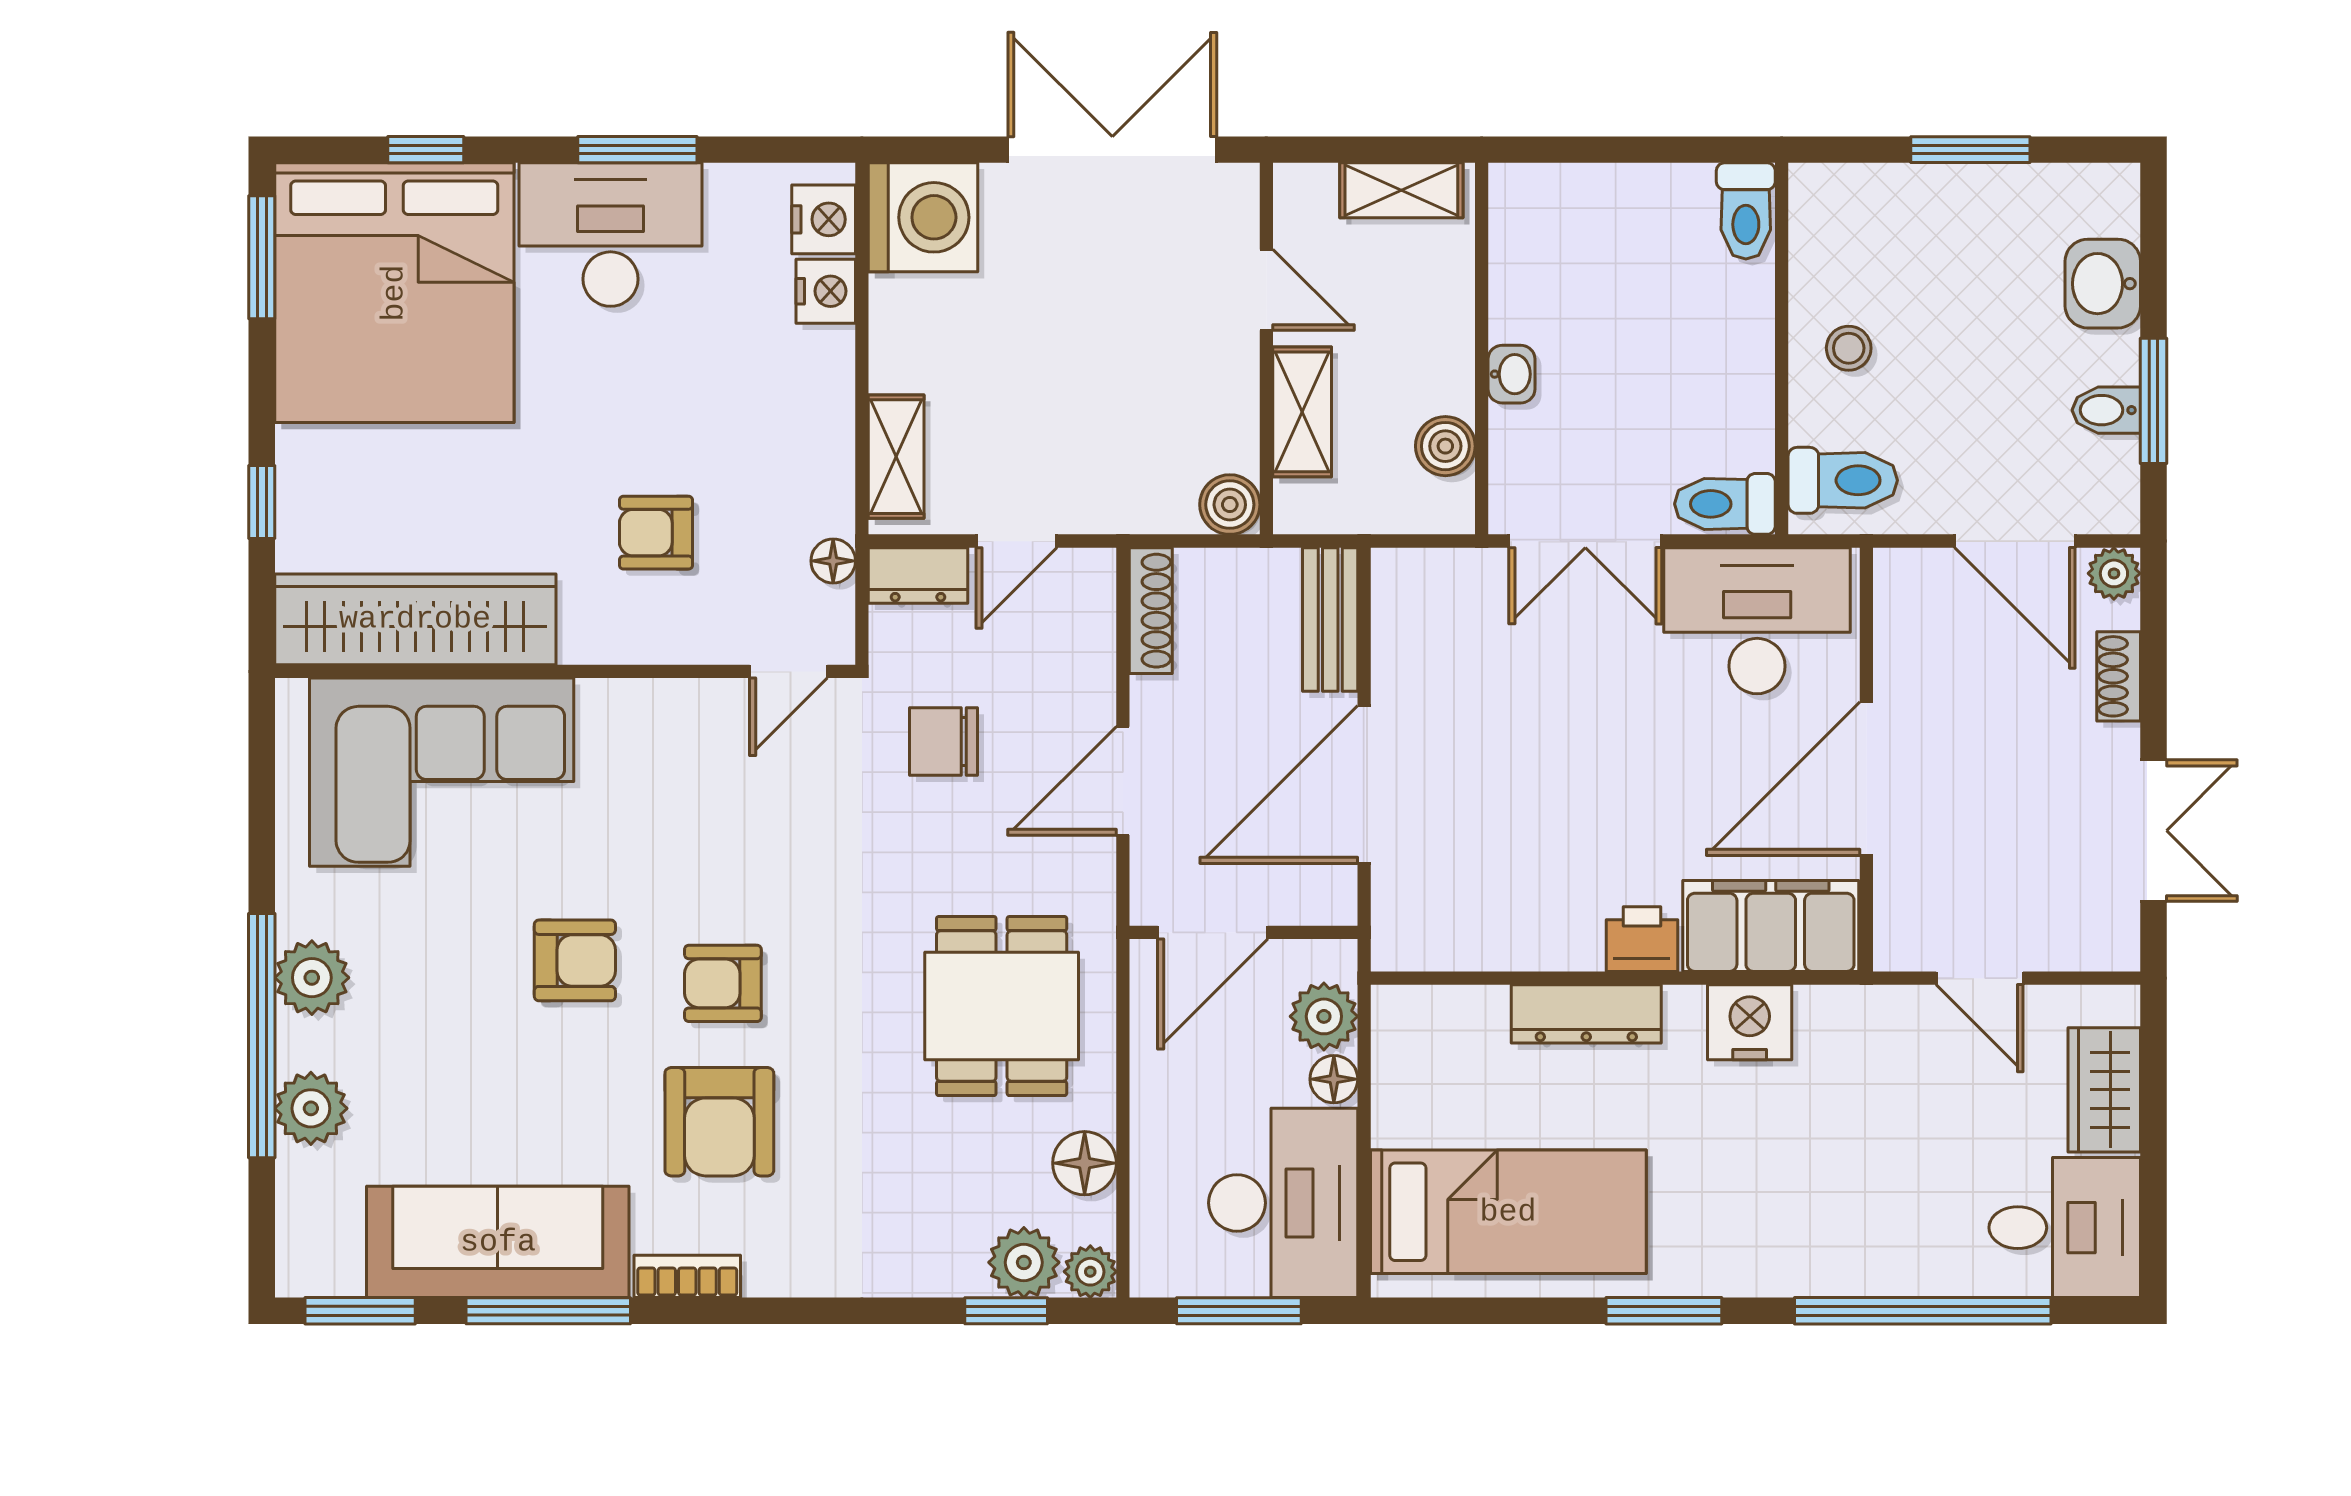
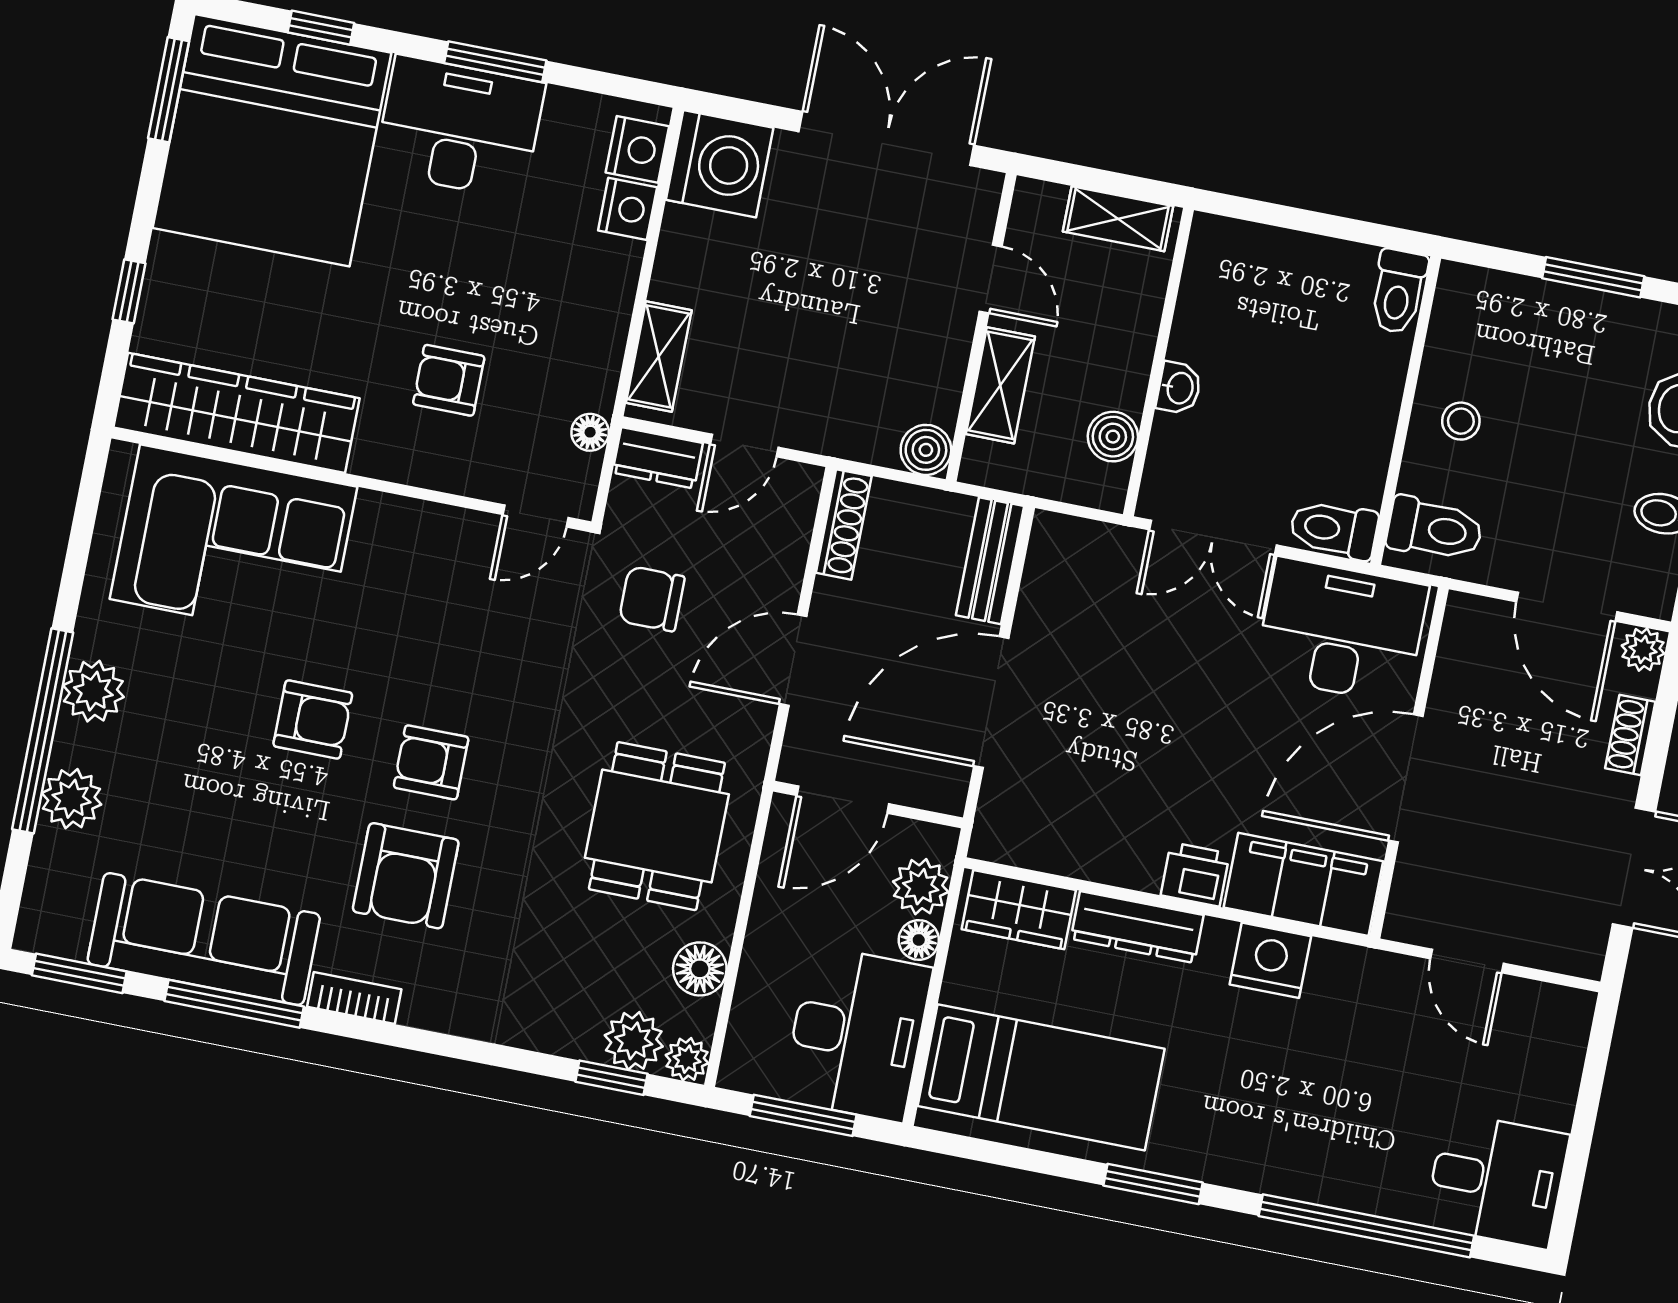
wardrobe: (2104, 1090) -> (1019, 910), moved, turned -90

